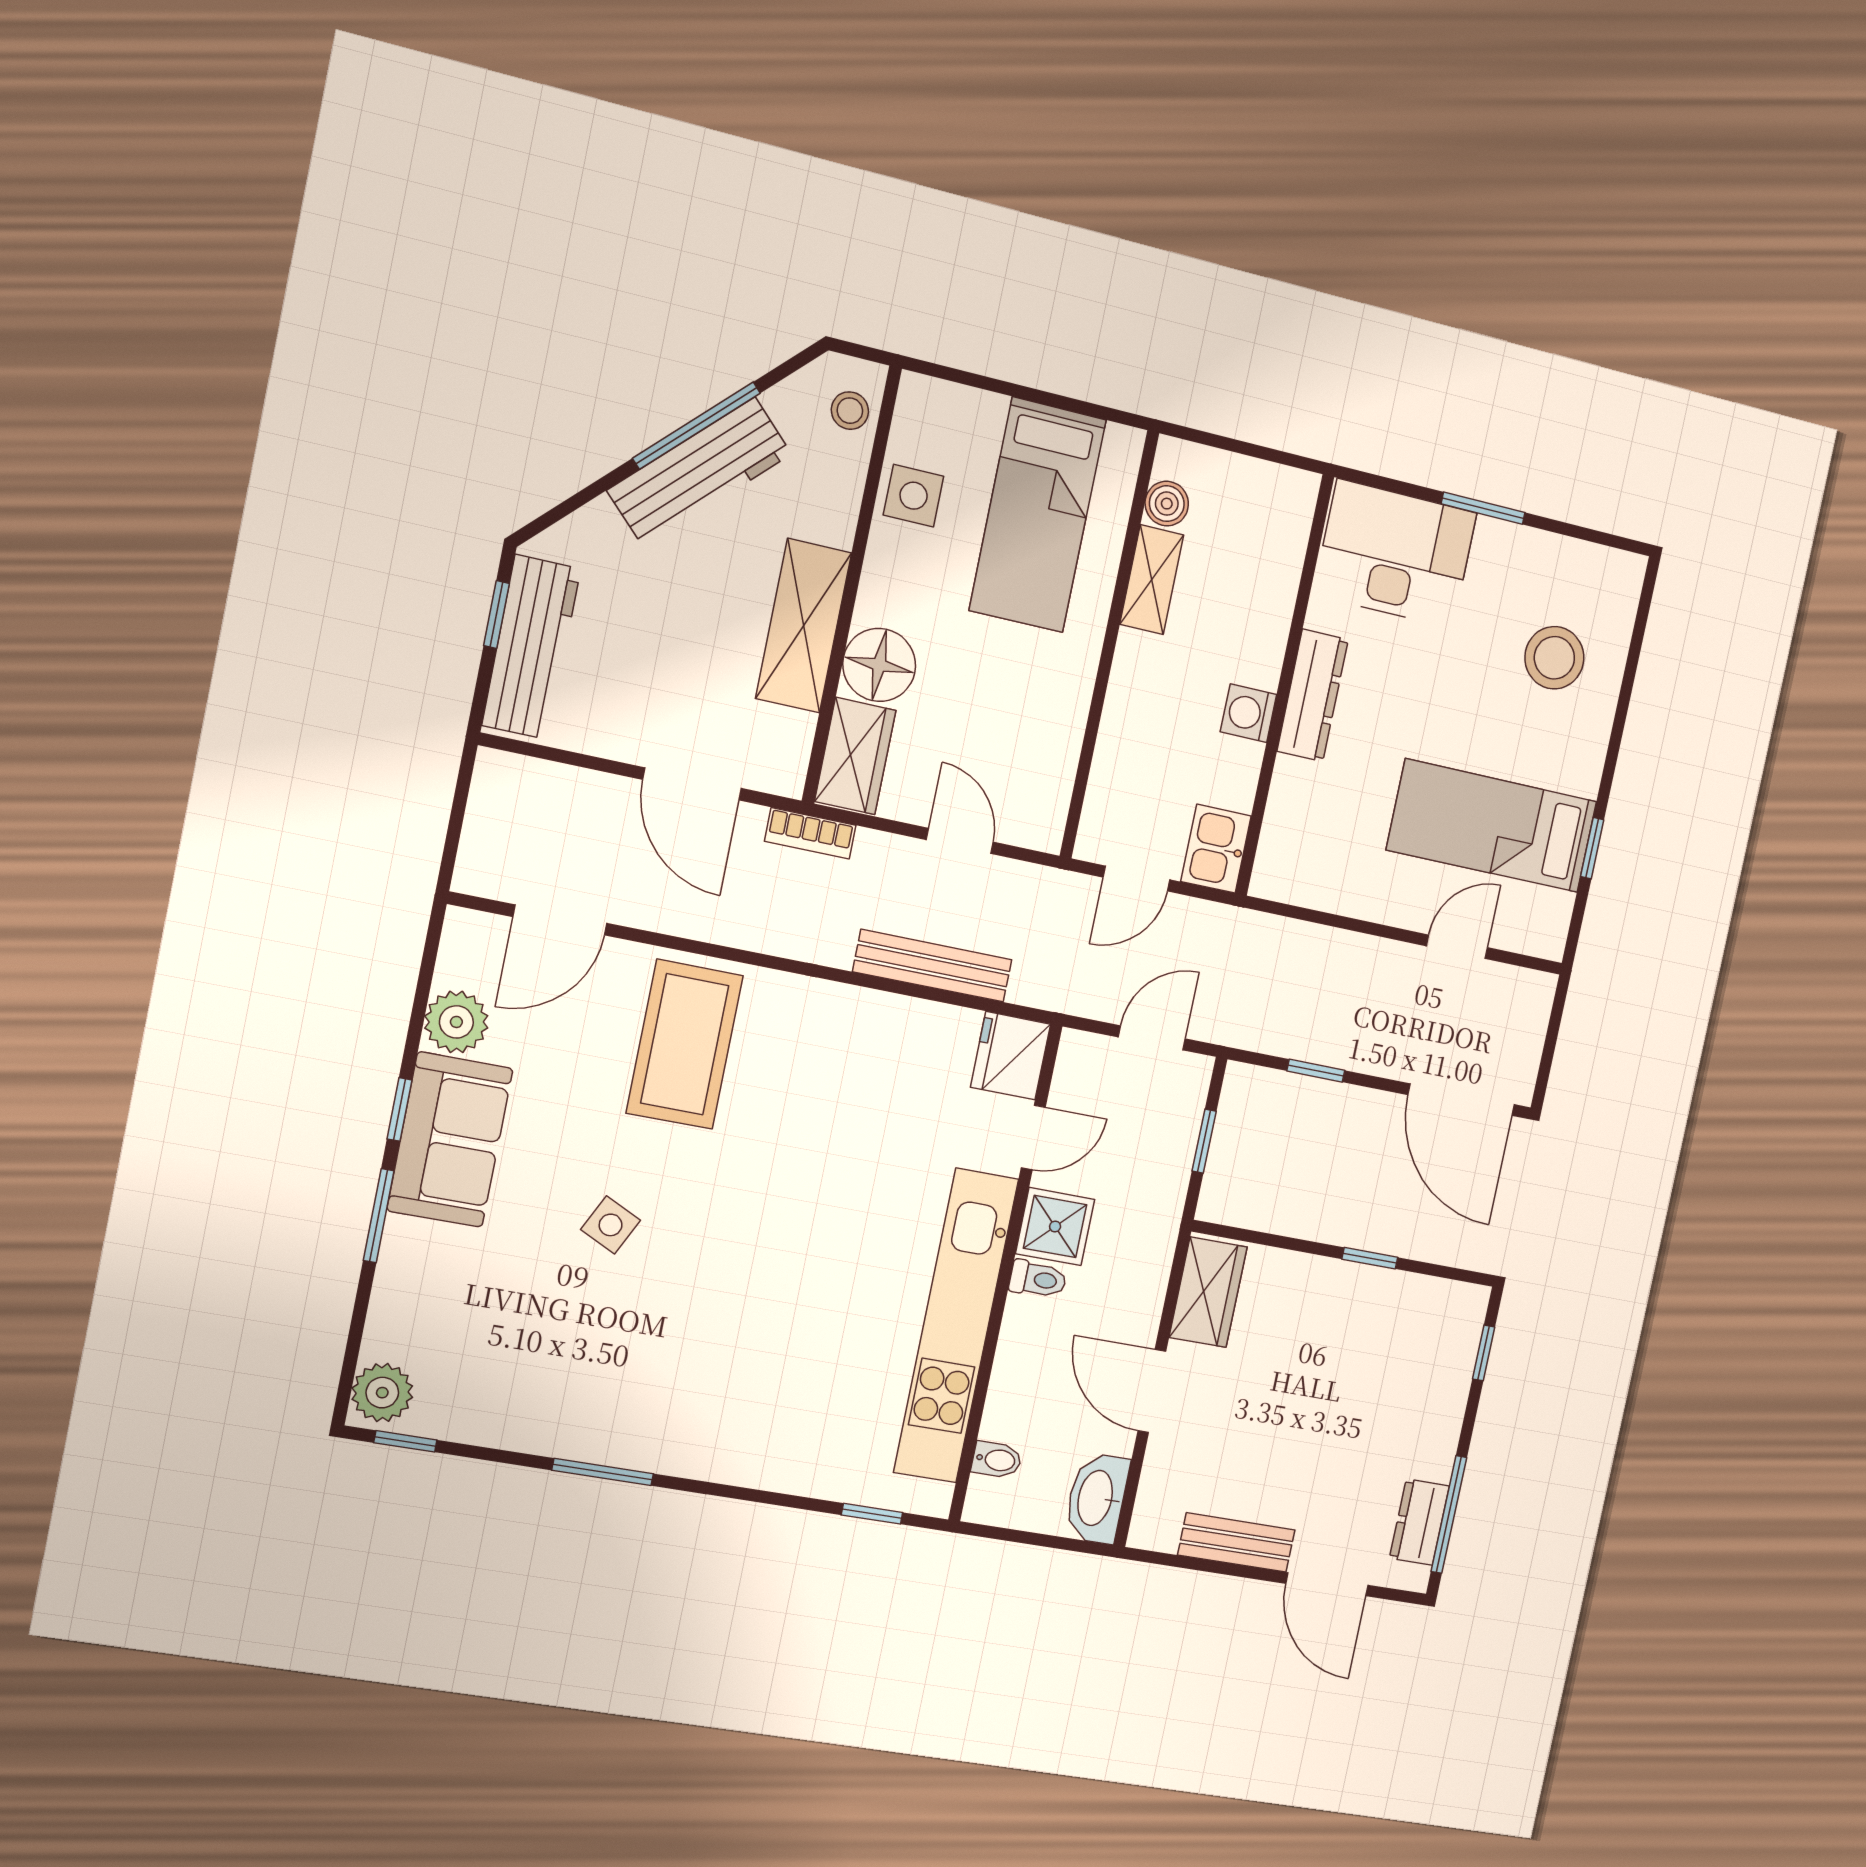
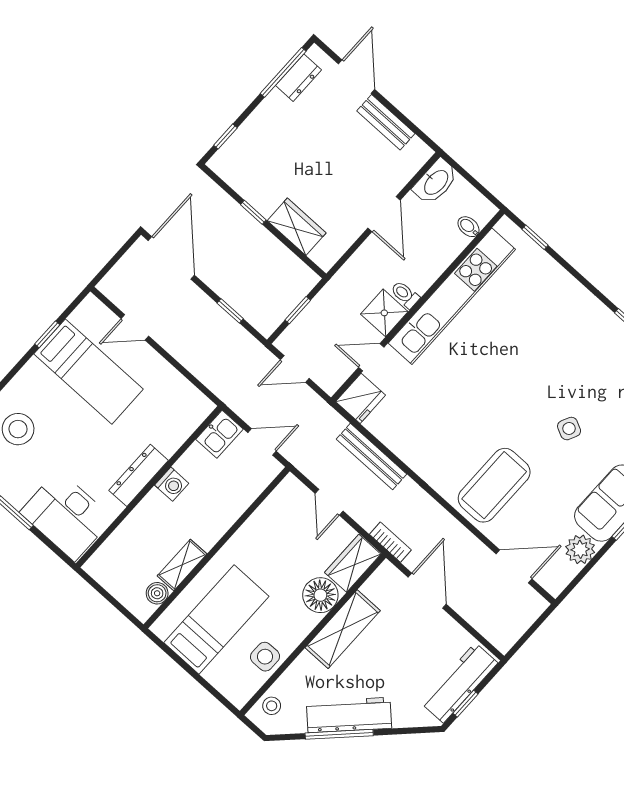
wardrobe: (1208, 1292) -> (297, 227), moved, turned 90

